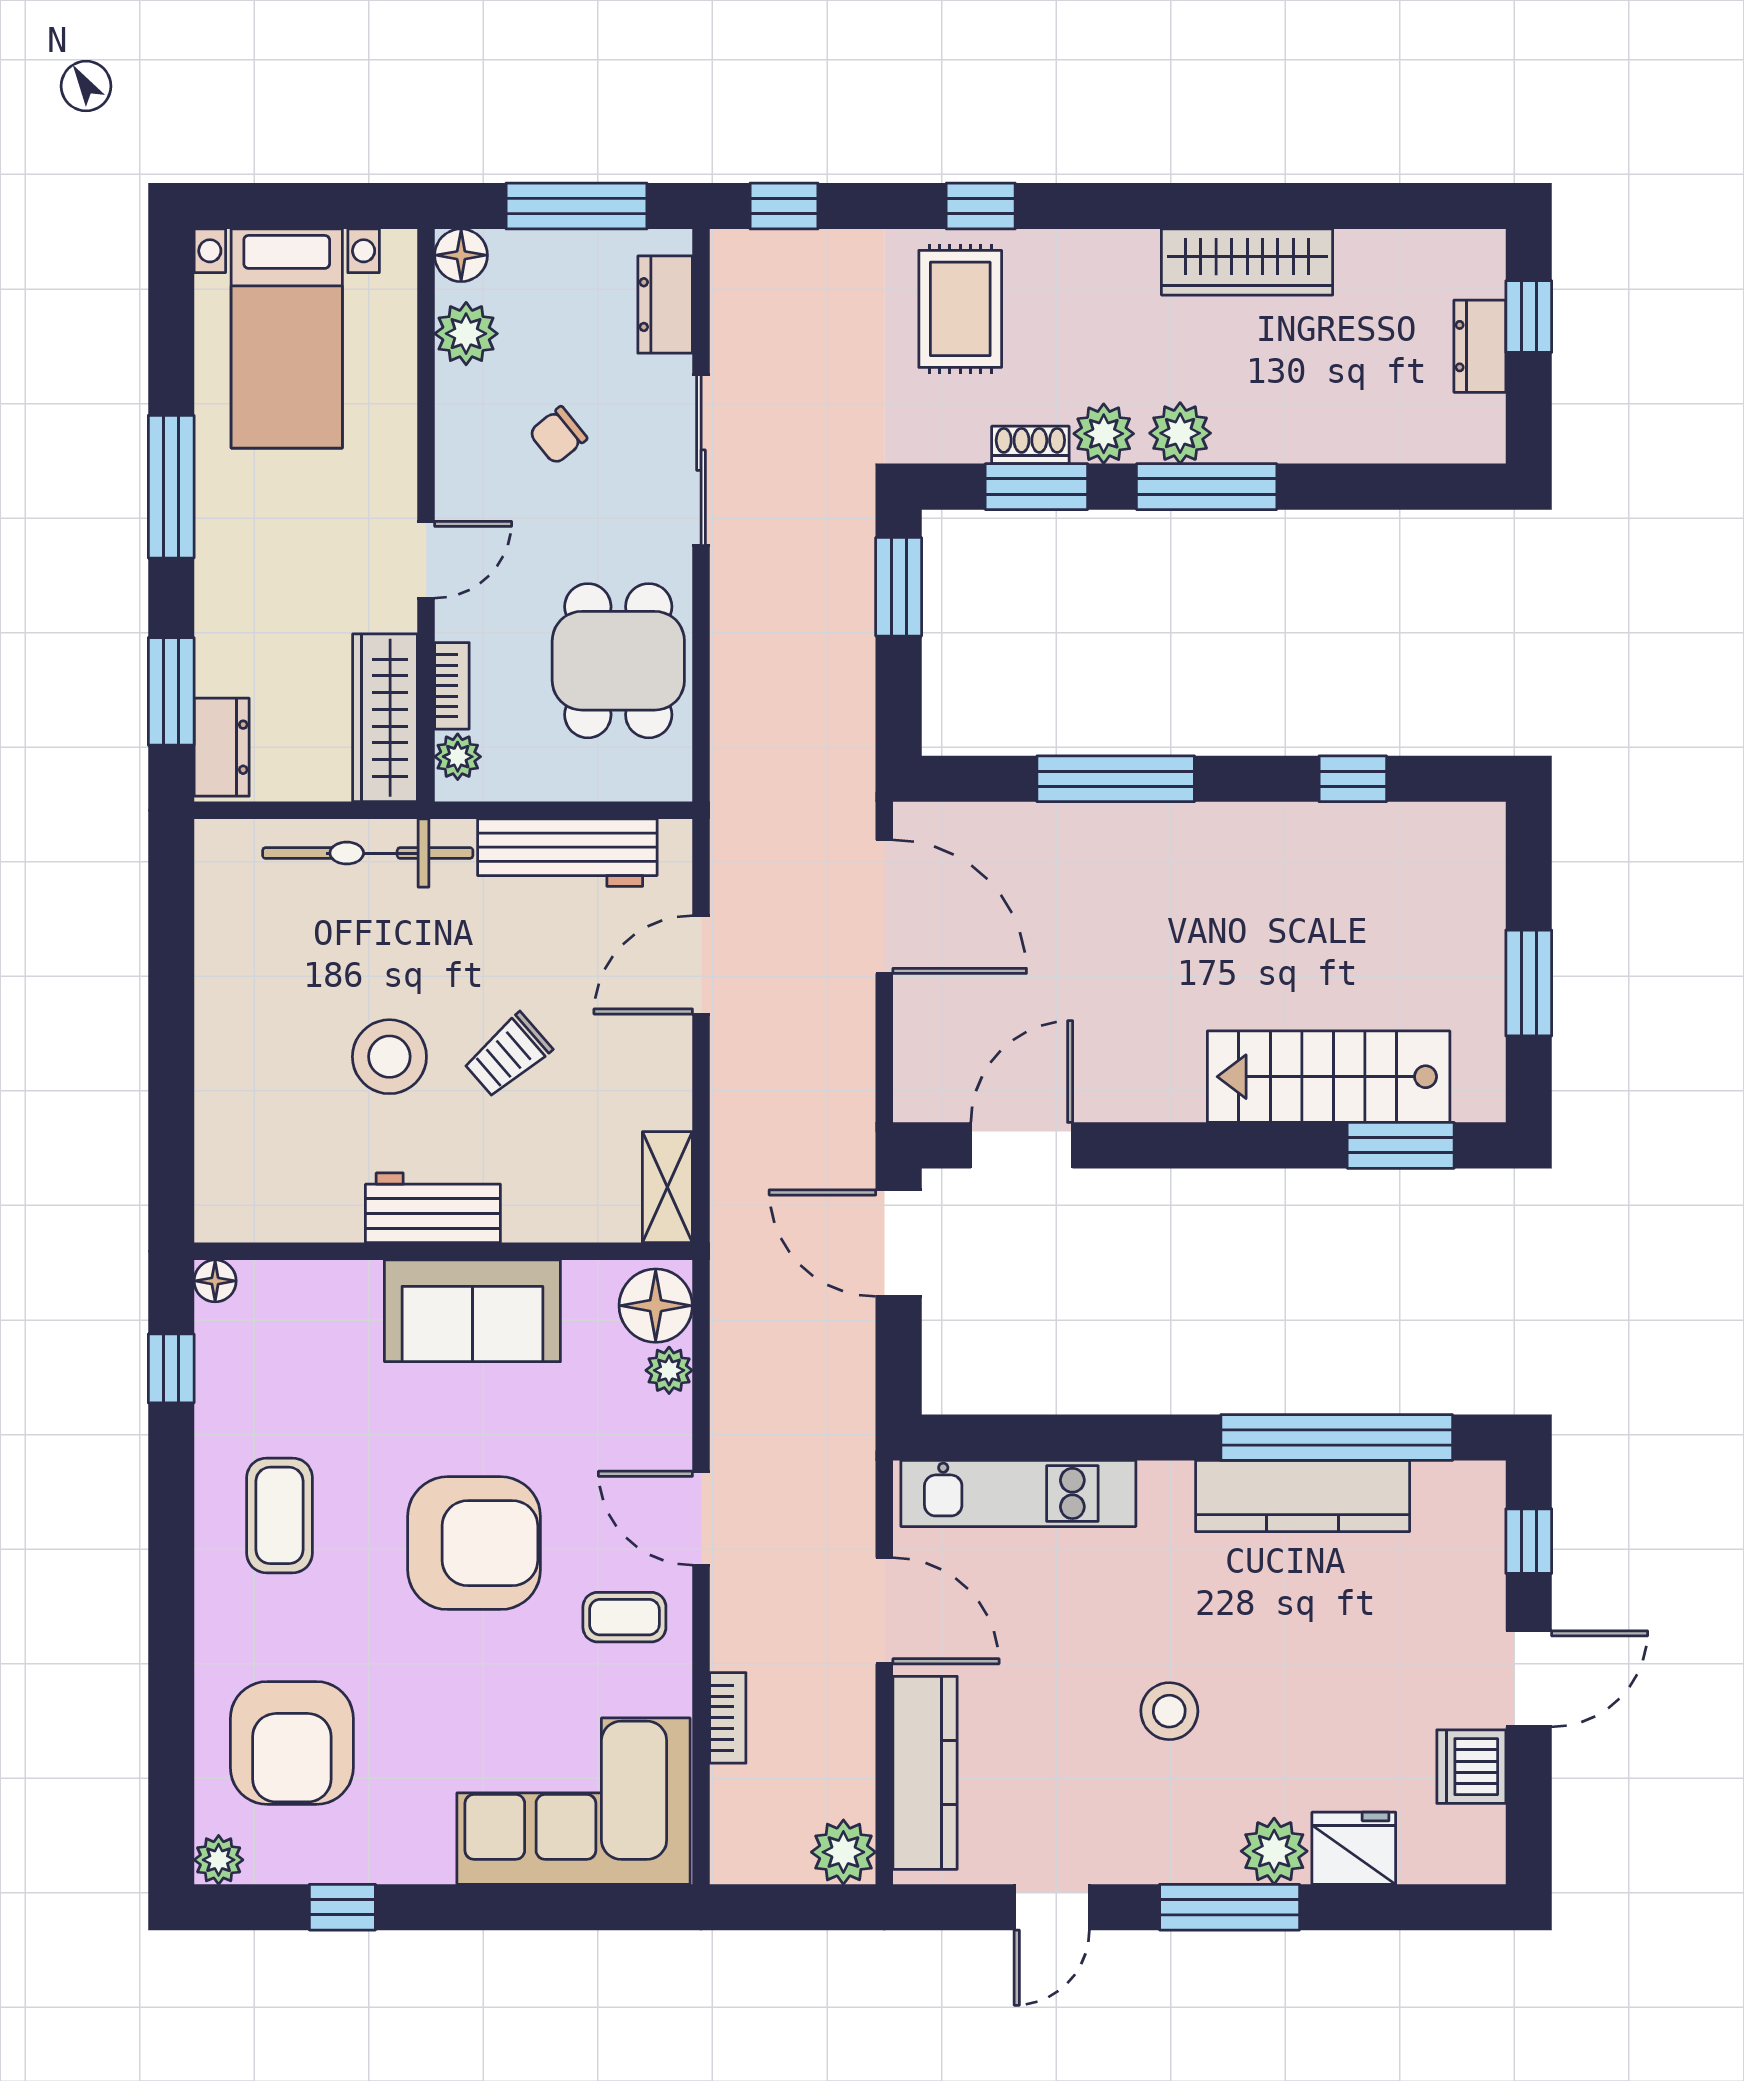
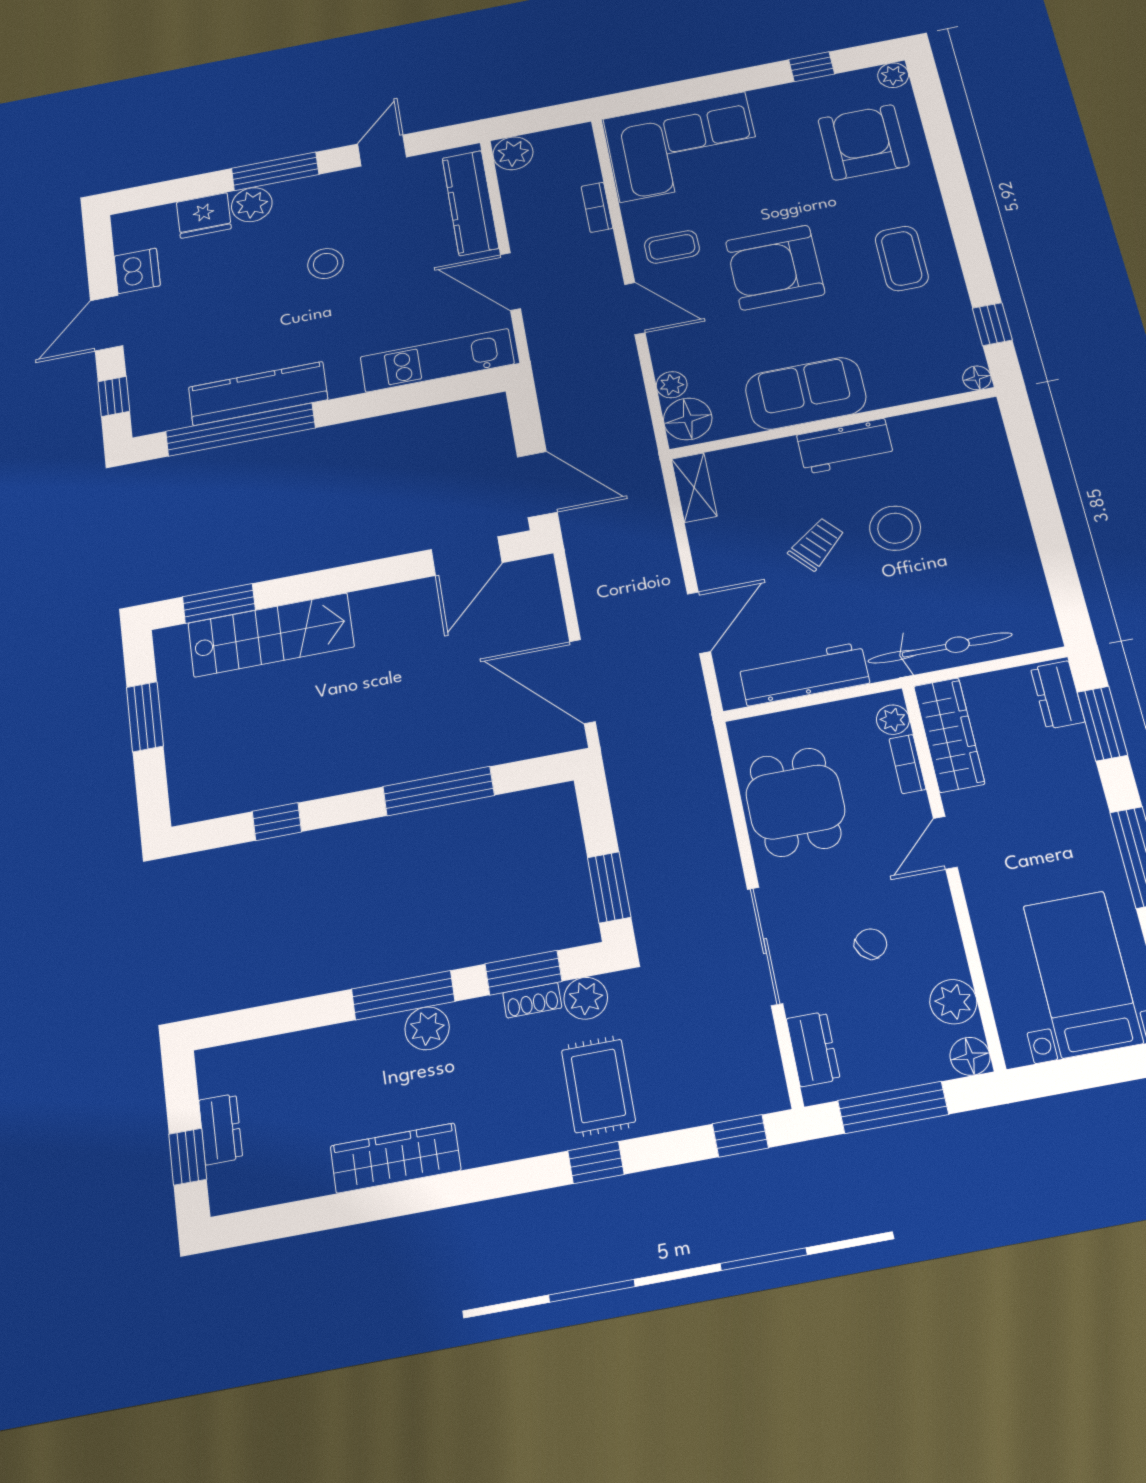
plant: (1104, 434) -> (586, 998), moved

